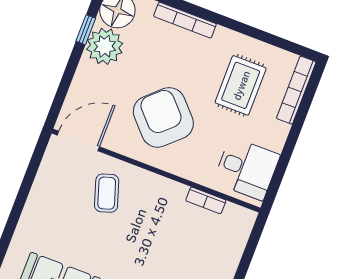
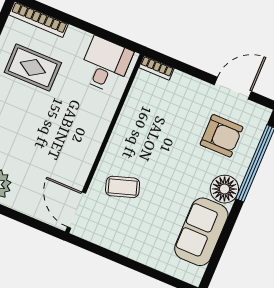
armchair: (163, 117) -> (58, 136), removed
bookcase: (206, 200) -> (156, 68), moved, turned 90

